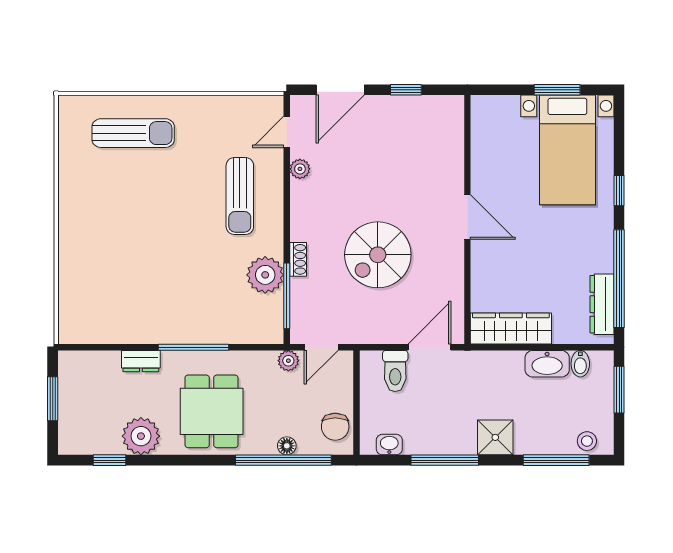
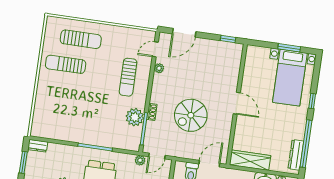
window: (406, 90) -> (228, 39), moved
sun lounger: (110, 188) -> (66, 64), added
dresser: (141, 361) -> (38, 146), moved

